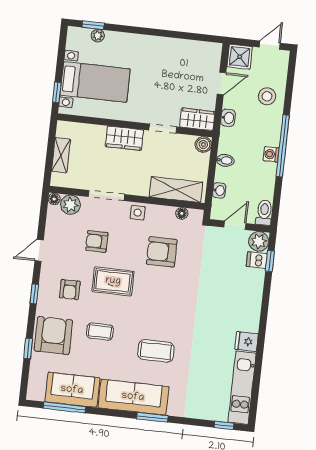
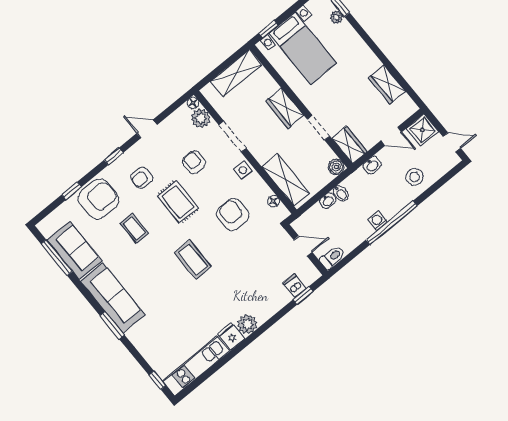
wardrobe: (182, 49) -> (387, 84), added
shelving: (61, 155) -> (236, 73), width x1.50, depth x1.33
washbasin: (219, 190) -> (328, 201), moved
plant: (259, 241) -> (247, 324), moved
coffee table: (156, 351) -> (193, 260), moved

